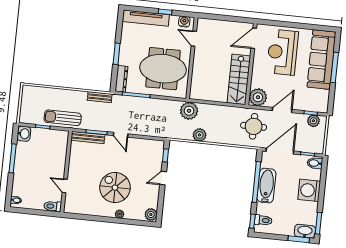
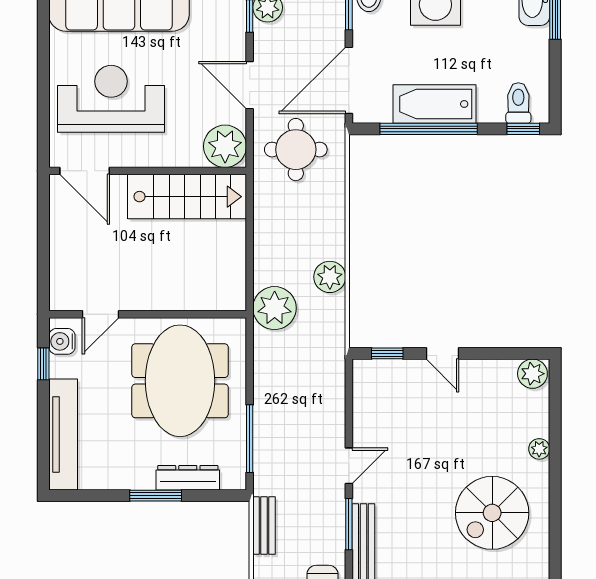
window: (165, 12) -> (43, 364), moved
reception desk: (282, 52) -> (111, 99), turned 180
dresser: (121, 79) -> (188, 478), moved
door: (280, 151) -> (349, 80), hinge flipped
spiral stairs: (115, 188) -> (492, 513), moved

